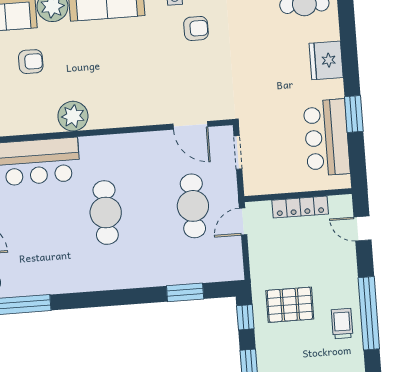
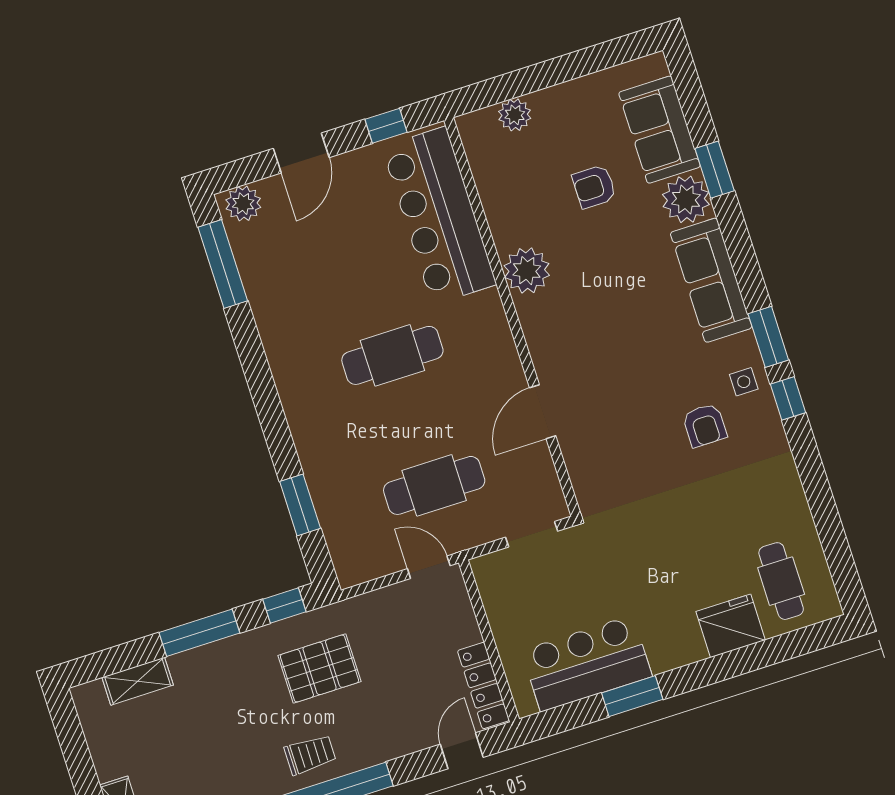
fridge: (326, 60) -> (731, 626), moved
armchair: (31, 62) -> (594, 187), turned 90
door: (190, 125) -> (543, 412), moved
locker: (300, 207) -> (483, 686), moved
pallet: (290, 305) -> (320, 668), turned 90

